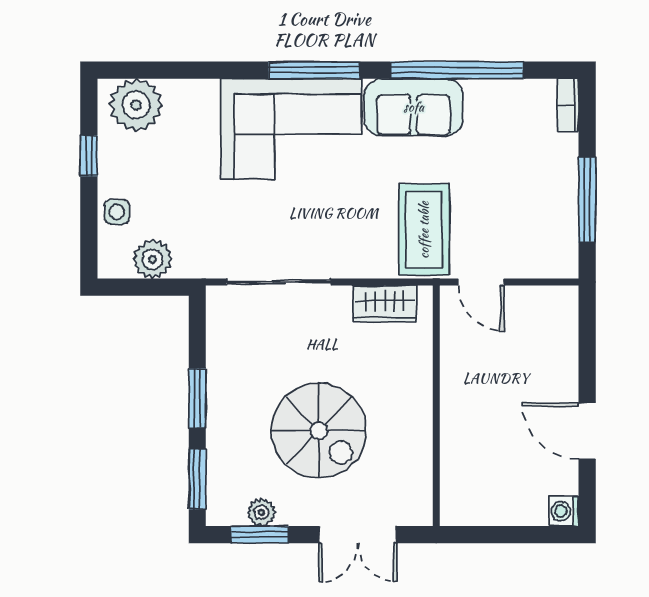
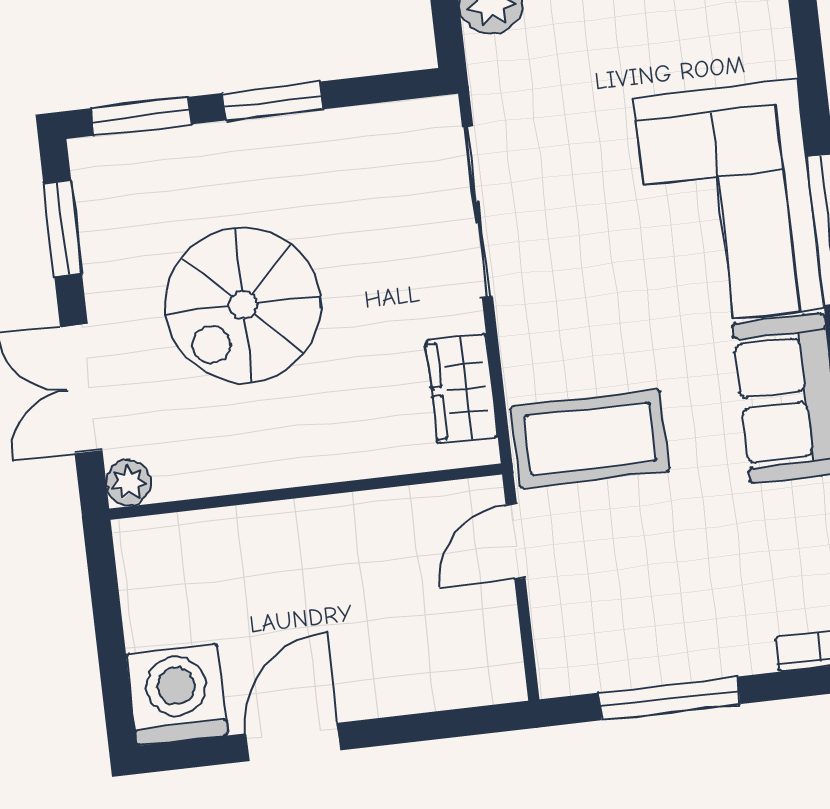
washing machine: (564, 511) -> (177, 695), width x1.89, depth x1.89
plant: (261, 512) -> (129, 482), moved

